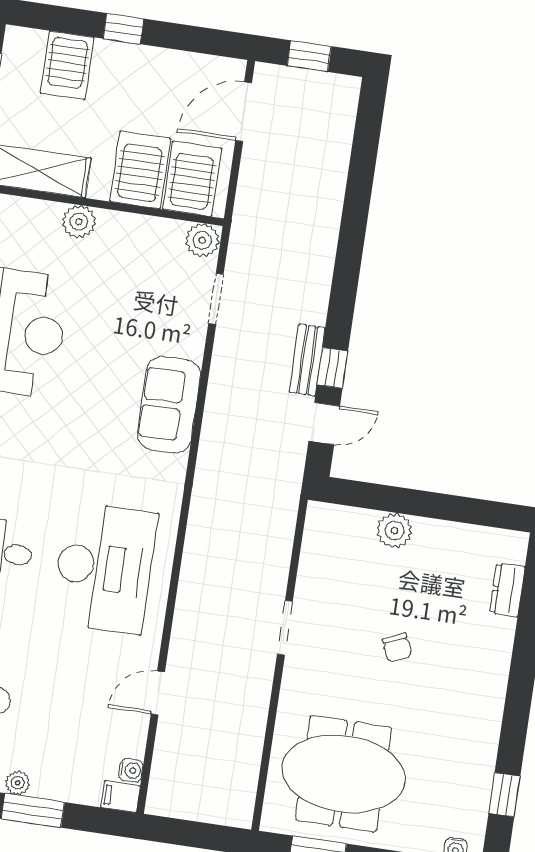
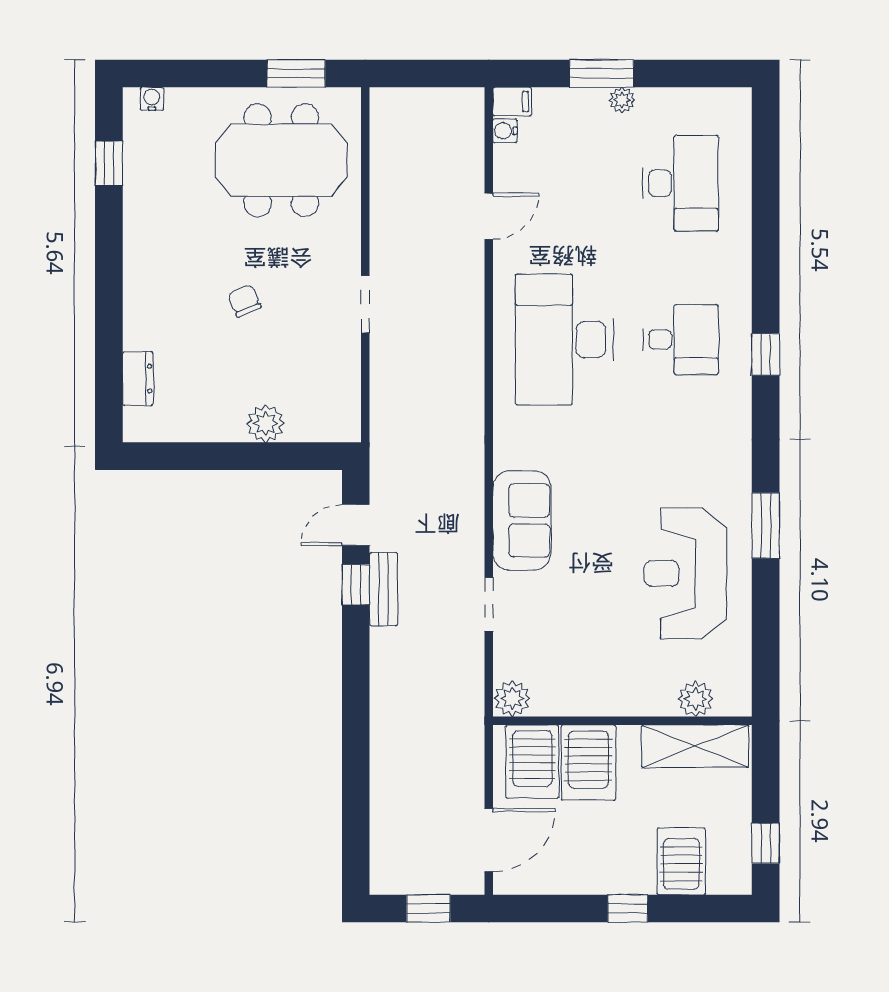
plant: (79, 222) -> (695, 699), moved
doorway: (216, 299) -> (489, 604), moved

